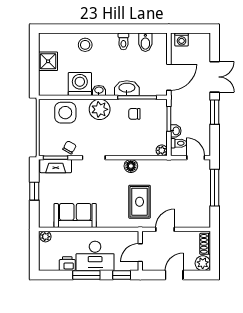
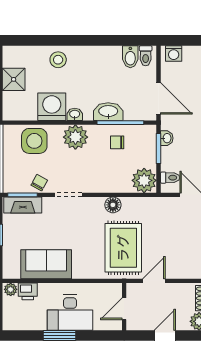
toilet: (123, 41) -> (146, 56), moved
door: (169, 77) -> (159, 98), hinge flipped
washbasin: (176, 131) -> (167, 138), moved
plant: (162, 150) -> (144, 180), width x1.88, depth x1.88
rug: (140, 202) -> (123, 248), width x1.36, depth x1.43
printer: (67, 264) -> (28, 291), moved, turned 180
window: (122, 275) -> (102, 336), removed

